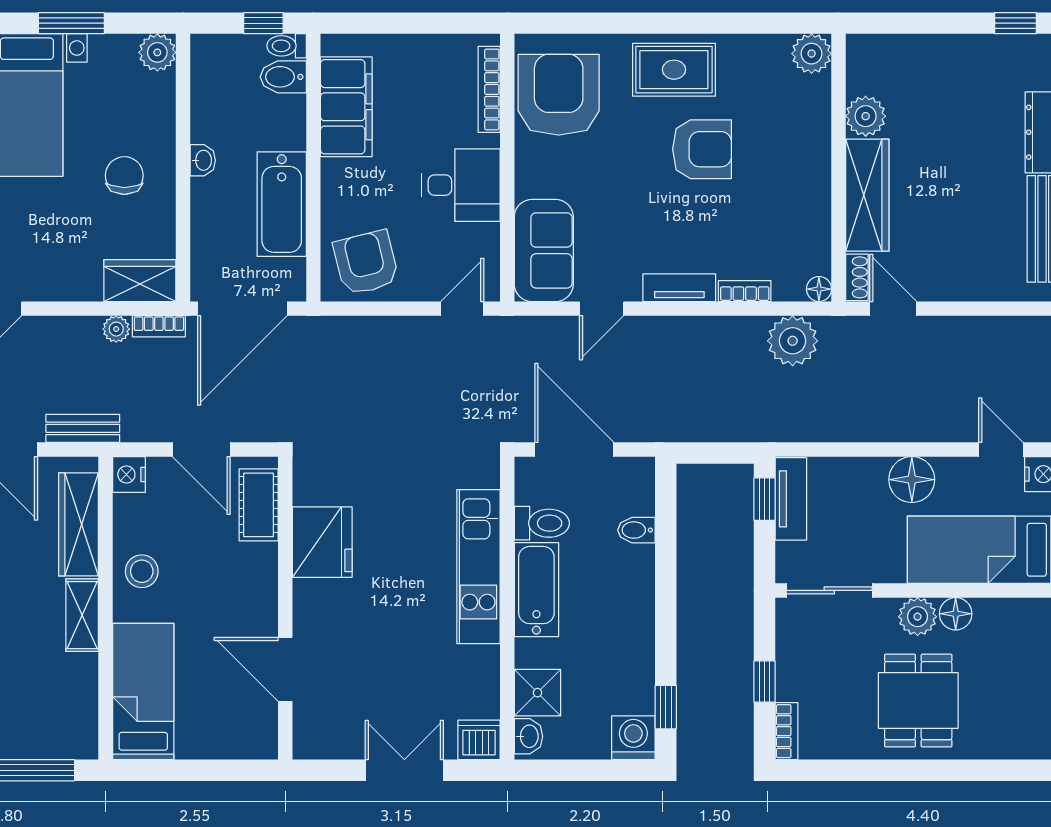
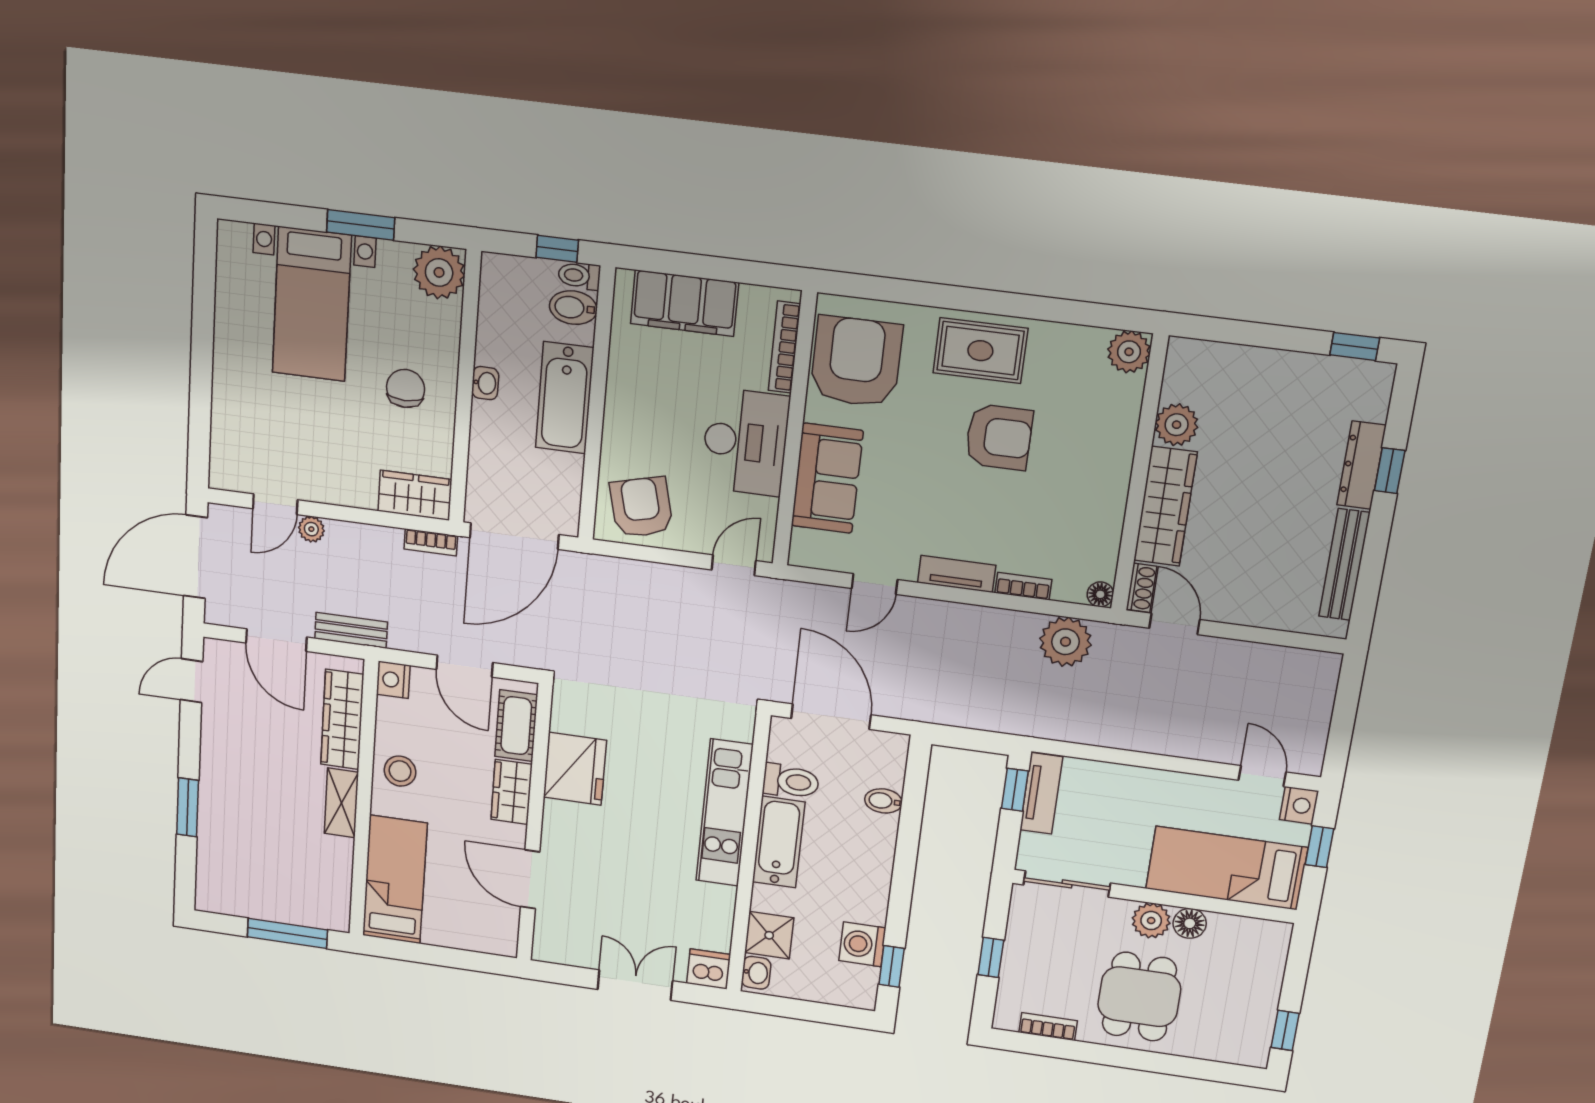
plant: (157, 52) -> (439, 272), width x1.36, depth x1.36
filing cabinet: (346, 107) -> (685, 303), moved, turned 90
desk: (461, 185) -> (745, 442), width x1.37
bathtub: (282, 204) -> (565, 398), moved
sofa: (544, 250) -> (827, 478), moved
plant: (116, 329) -> (311, 529), moved
floor lamp: (912, 480) -> (1166, 792), removed
wardrobe: (259, 577) -> (512, 792), added
bookcase: (786, 731) -> (1048, 1027), moved, turned -90
washing machine: (633, 738) -> (862, 944), moved, turned -90

